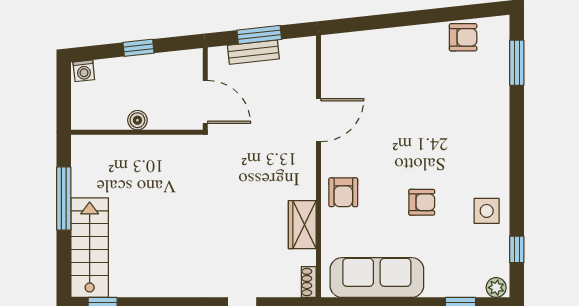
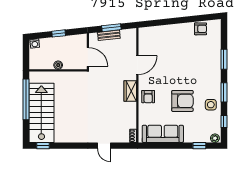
window: (517, 63) -> (224, 59), moved
window: (517, 183) -> (224, 92), added
window: (64, 199) -> (26, 99), width x1.46
armchair: (422, 202) -> (182, 101), width x1.88, depth x1.88
wardrobe: (302, 225) -> (130, 91), moved
stairs: (90, 248) -> (41, 113), width x1.36, depth x1.51

